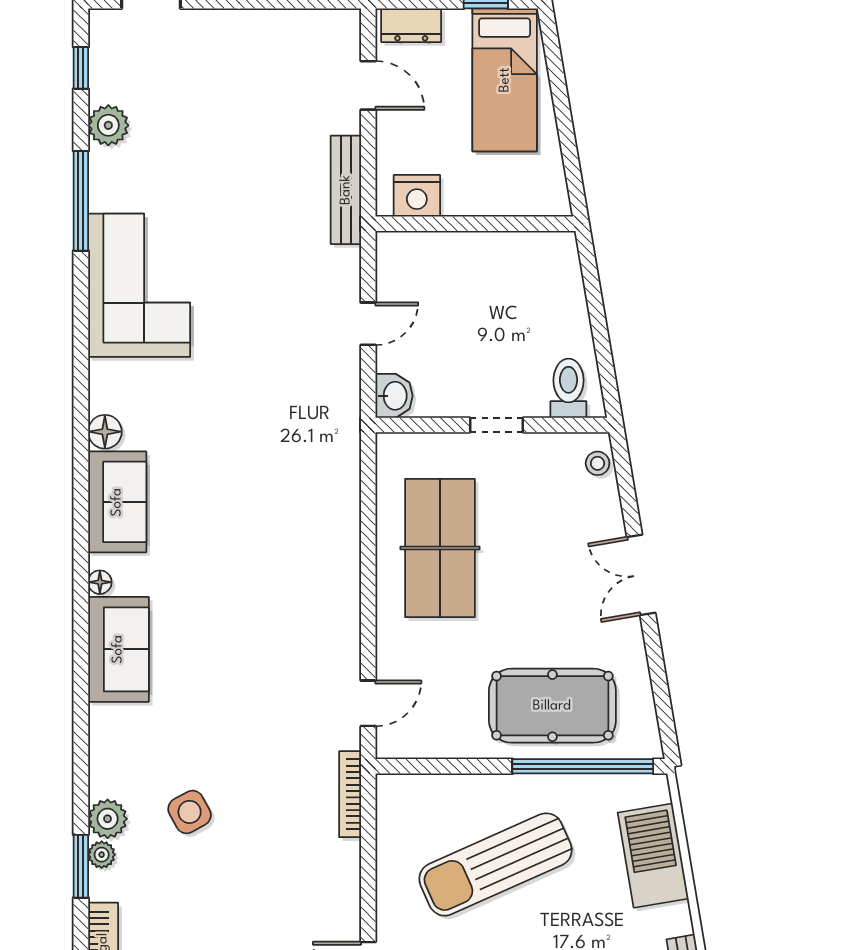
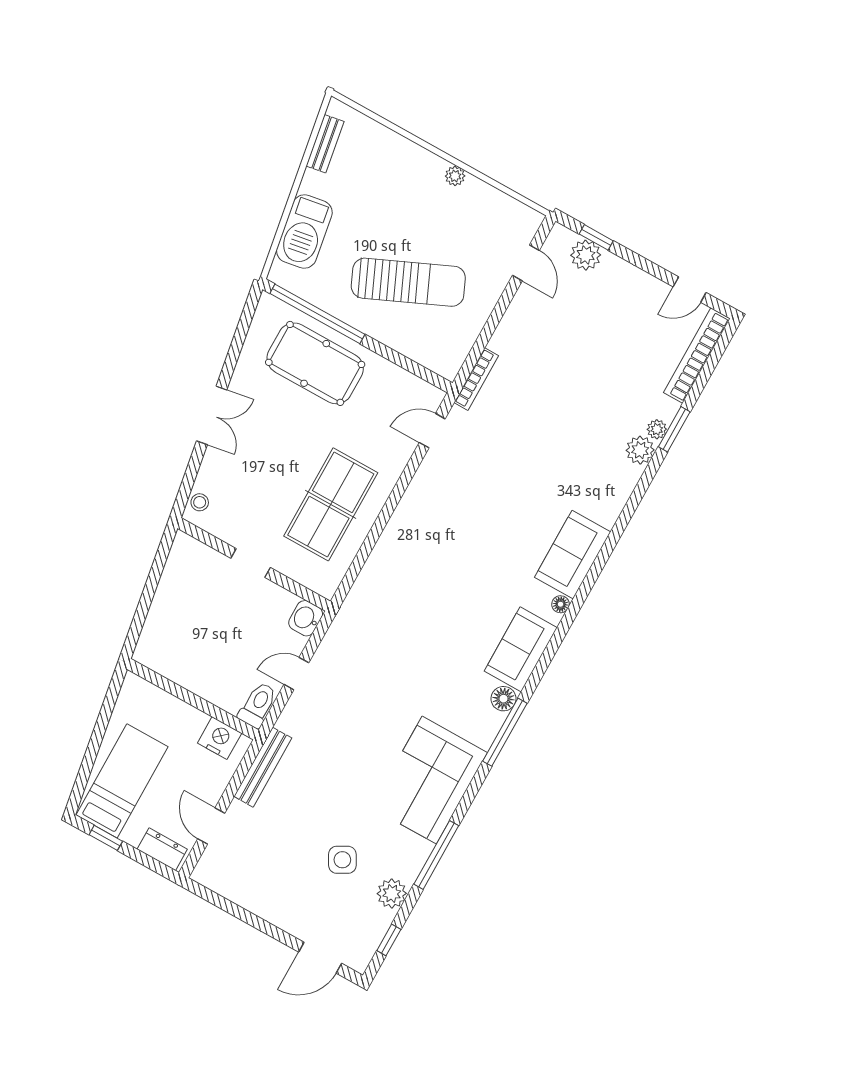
toilet: (568, 388) -> (258, 705), moved, turned 180
window: (81, 393) -> (505, 732), added
side table: (190, 812) -> (342, 860), moved

